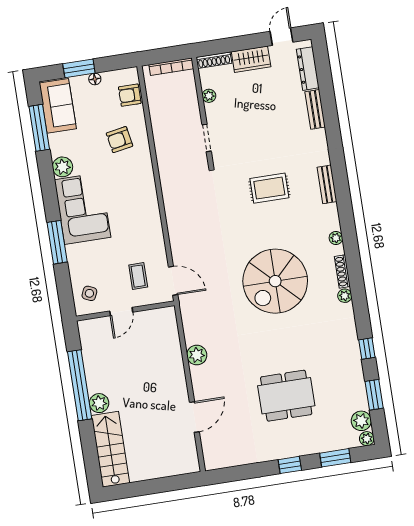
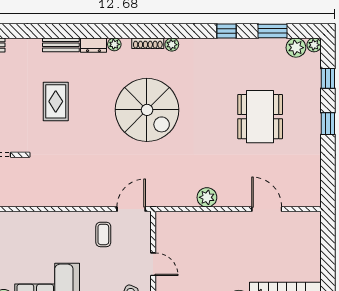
dresser: (332, 217) -> (93, 45), added
coffee table: (138, 276) -> (103, 234), moved, turned 90
window: (335, 458) -> (328, 78), width x0.67

